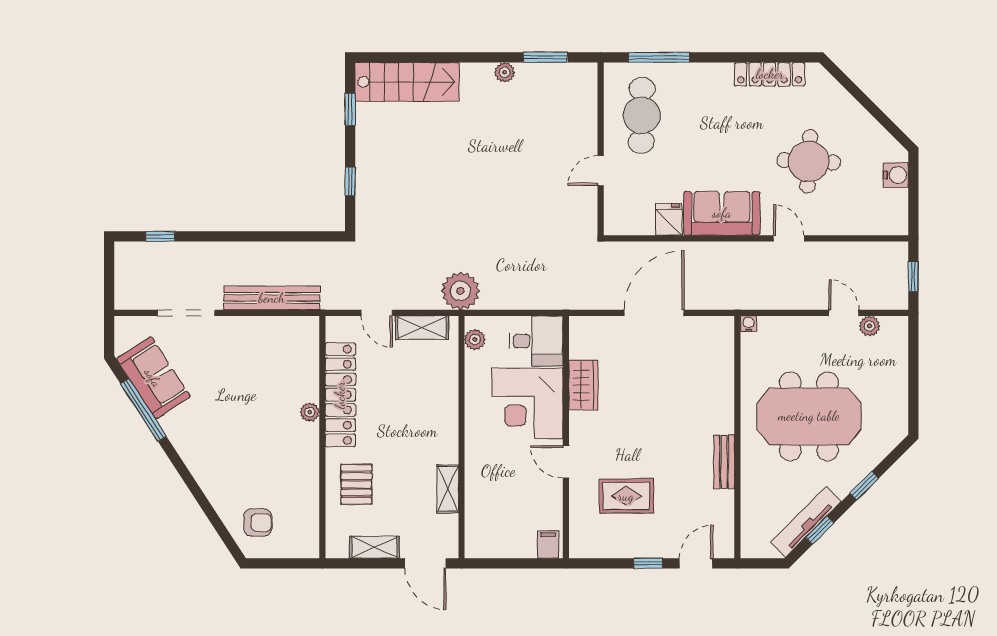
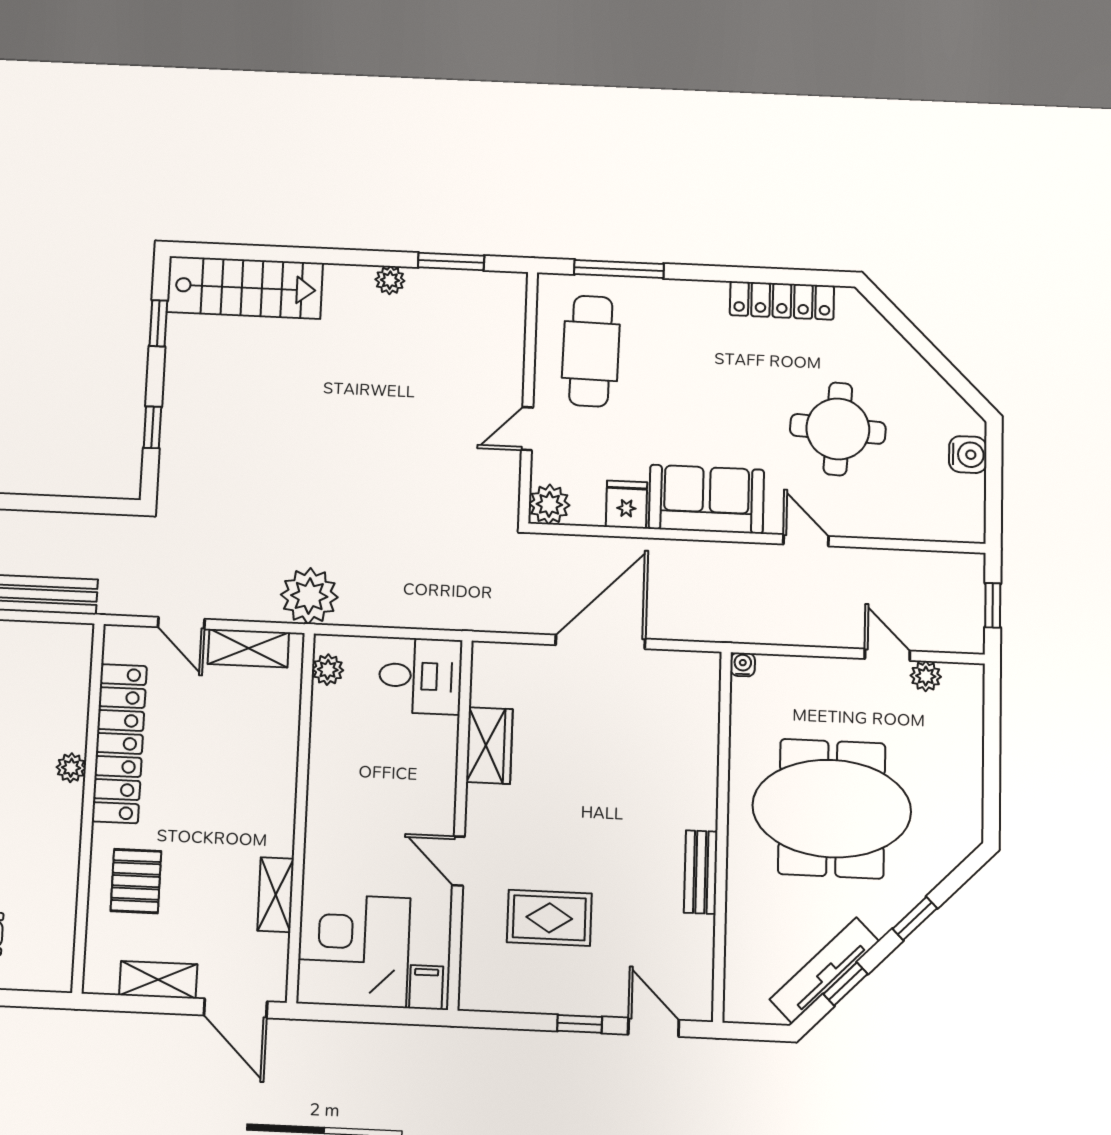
plant: (617, 222) -> (549, 504), added
corner desk: (527, 403) -> (354, 951), moved, turned 90
door: (696, 563) -> (654, 1027), hinge flipped

